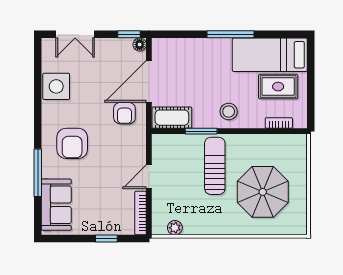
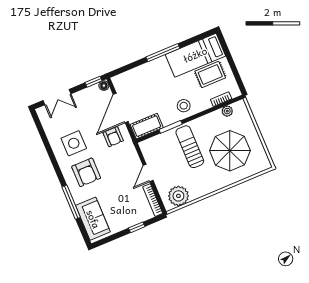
side table: (56, 86) -> (74, 143), moved
plant: (280, 141) -> (227, 111), added
plant: (175, 228) -> (178, 196), width x1.88, depth x1.88

